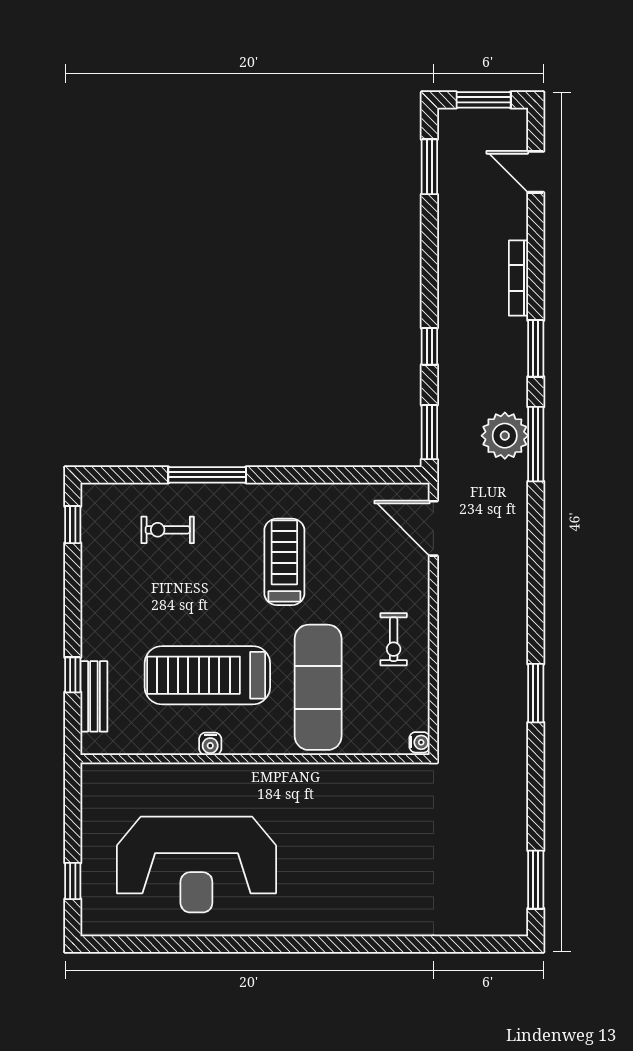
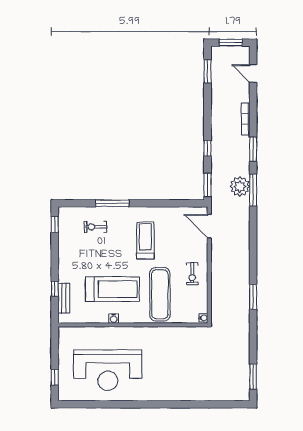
treadmill: (207, 675) -> (112, 289), turned 180

